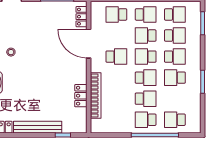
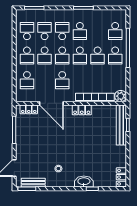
school desk: (146, 14) -> (27, 56), turned 180
door: (89, 44) -> (51, 103), hinge flipped
school desk: (116, 57) -> (62, 80), turned 180
school desk: (146, 78) -> (80, 56), turned 180
locker: (81, 96) -> (82, 110), moved
school desk: (146, 99) -> (98, 56), turned 180
plant: (97, 126) -> (121, 96), added
bench: (38, 127) -> (121, 125), moved

